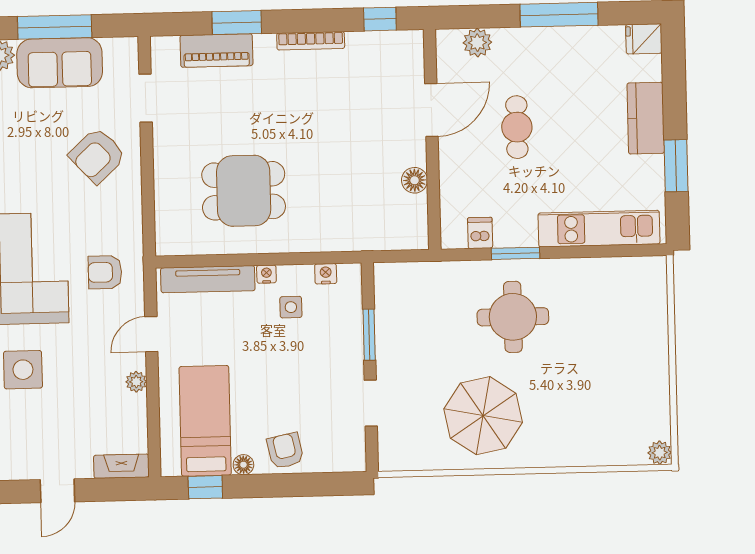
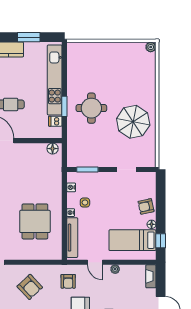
armchair: (97, 156) -> (30, 287), moved
floor lamp: (415, 180) -> (53, 149), moved
kitchen unit: (599, 229) -> (55, 80), width x1.36
window: (369, 335) -> (87, 170), moved

